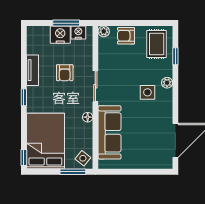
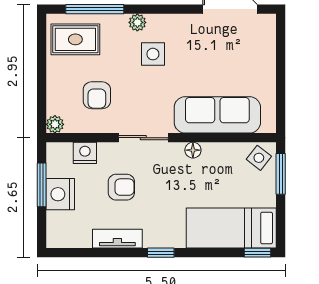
nightstand: (78, 32) -> (85, 153), moved, turned 90
armchair: (126, 36) -> (97, 95), moved
window: (175, 56) -> (95, 9), width x2.17
bed: (45, 141) -> (231, 228), width x0.67

